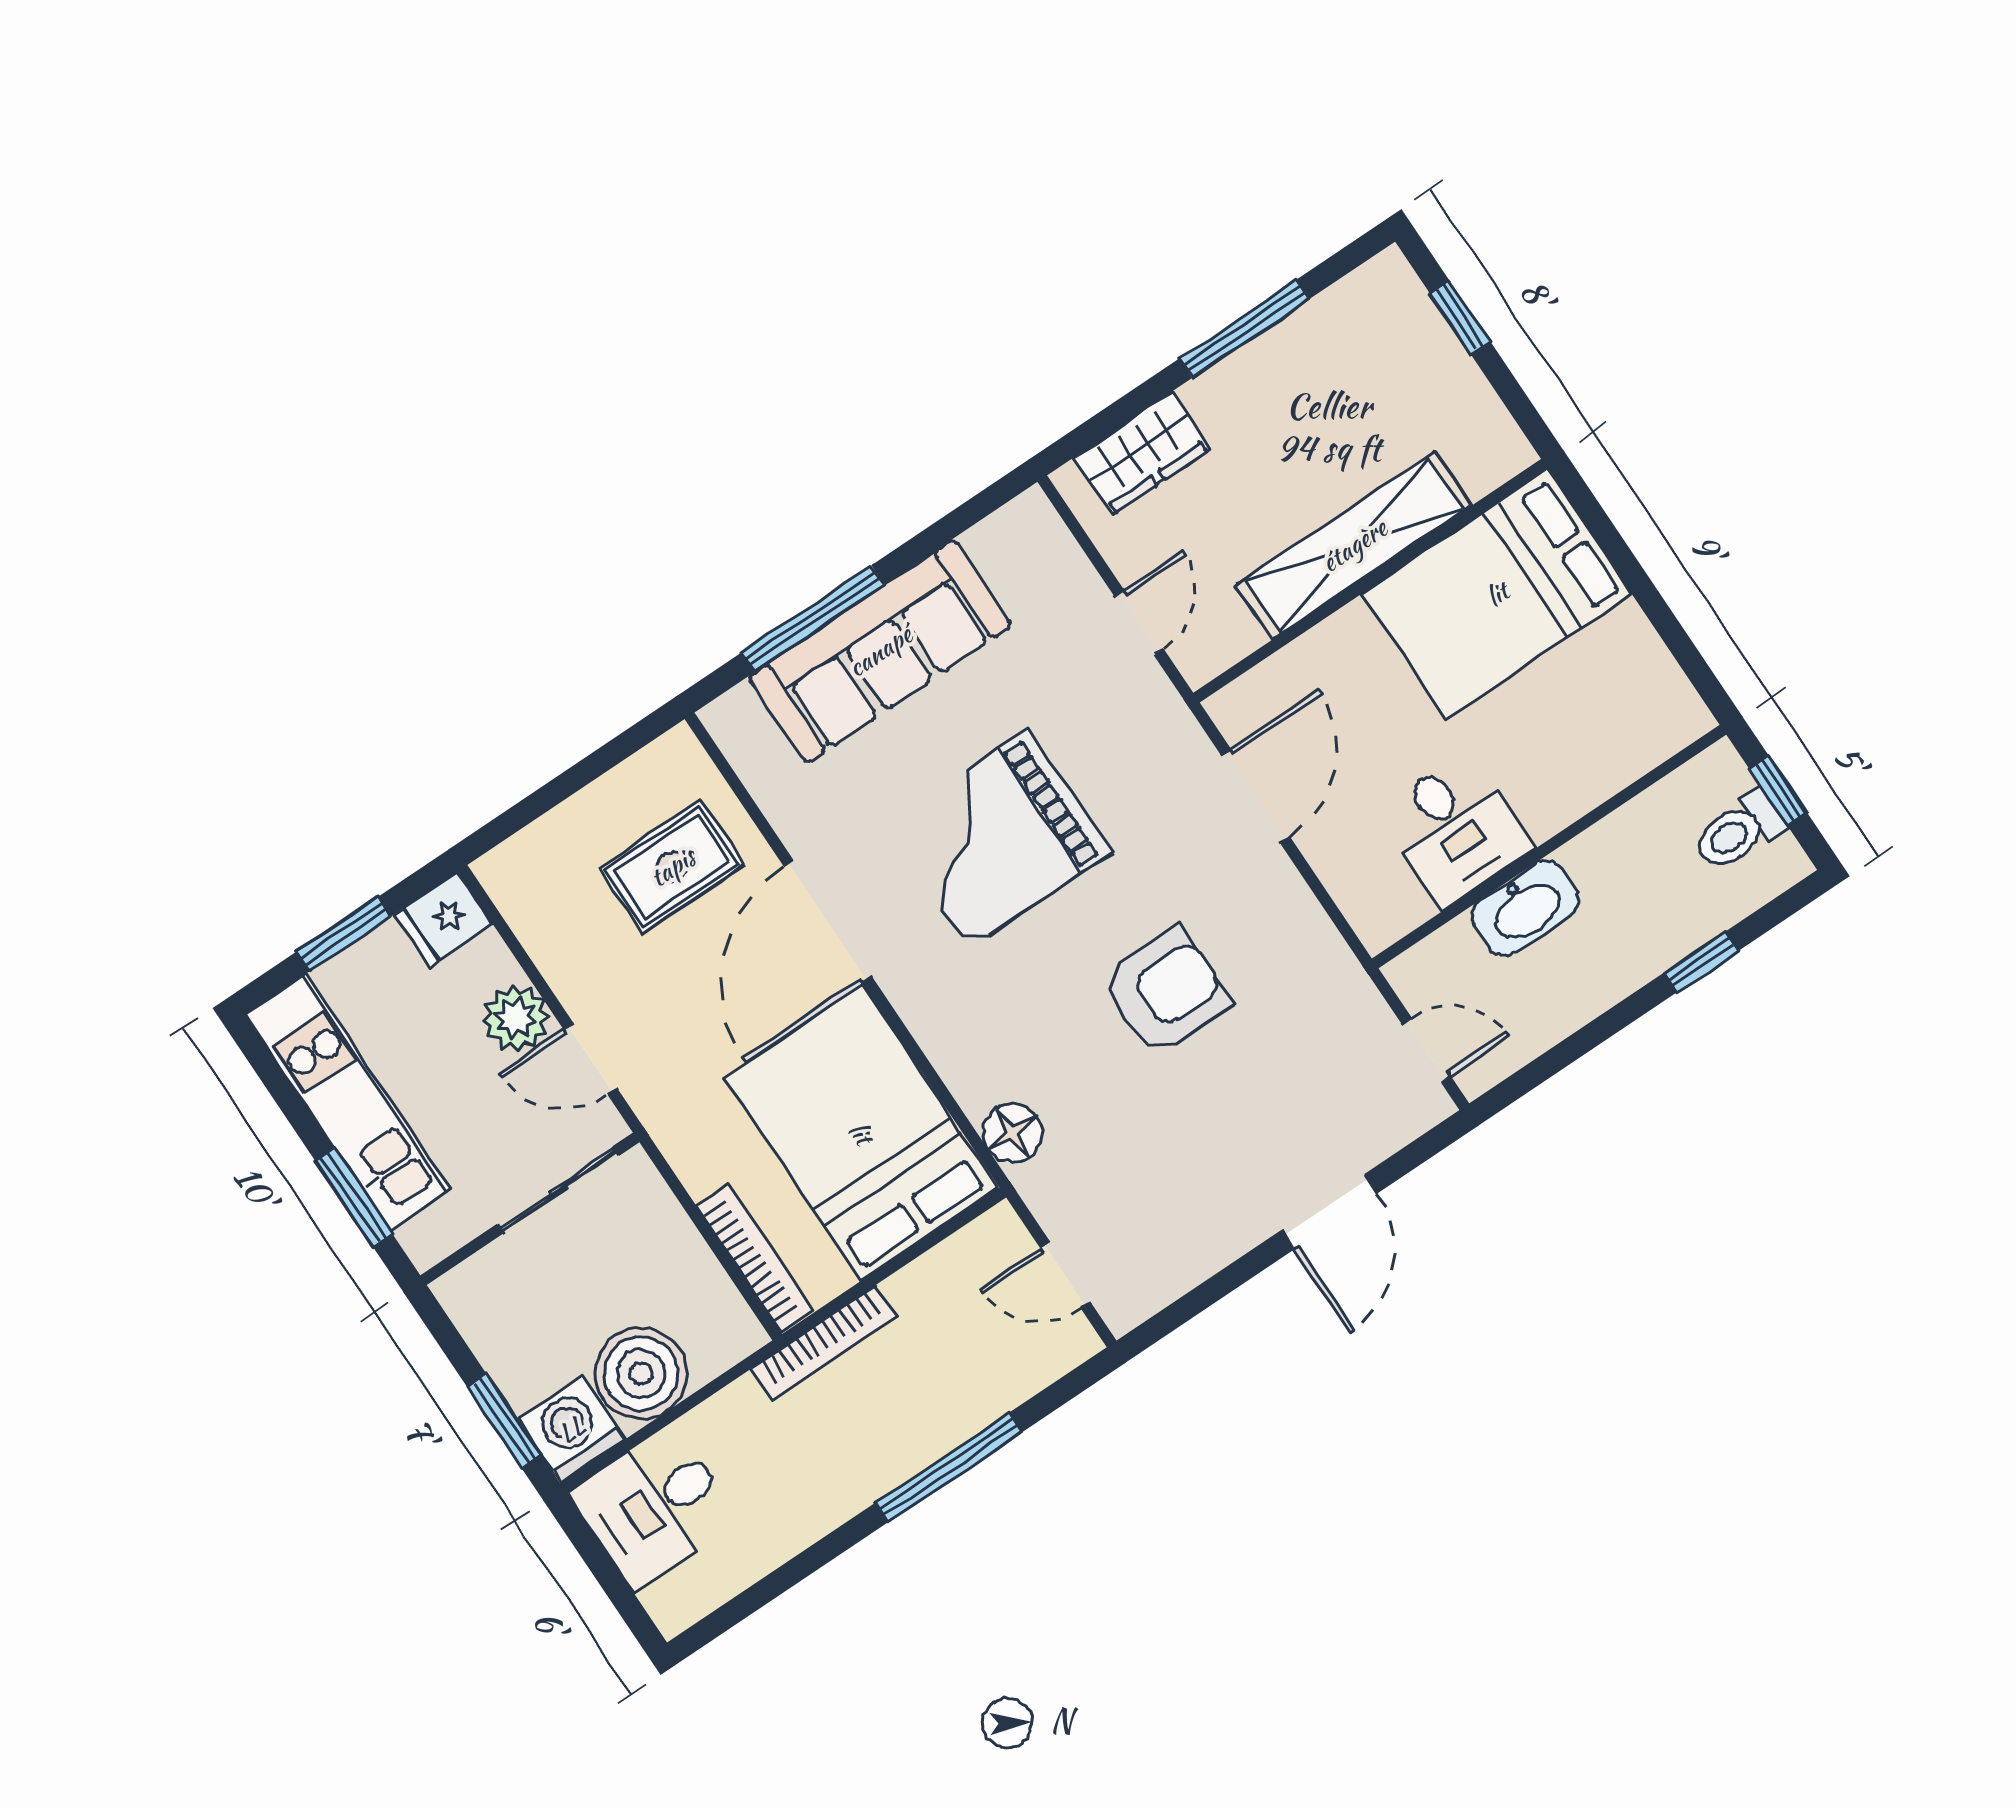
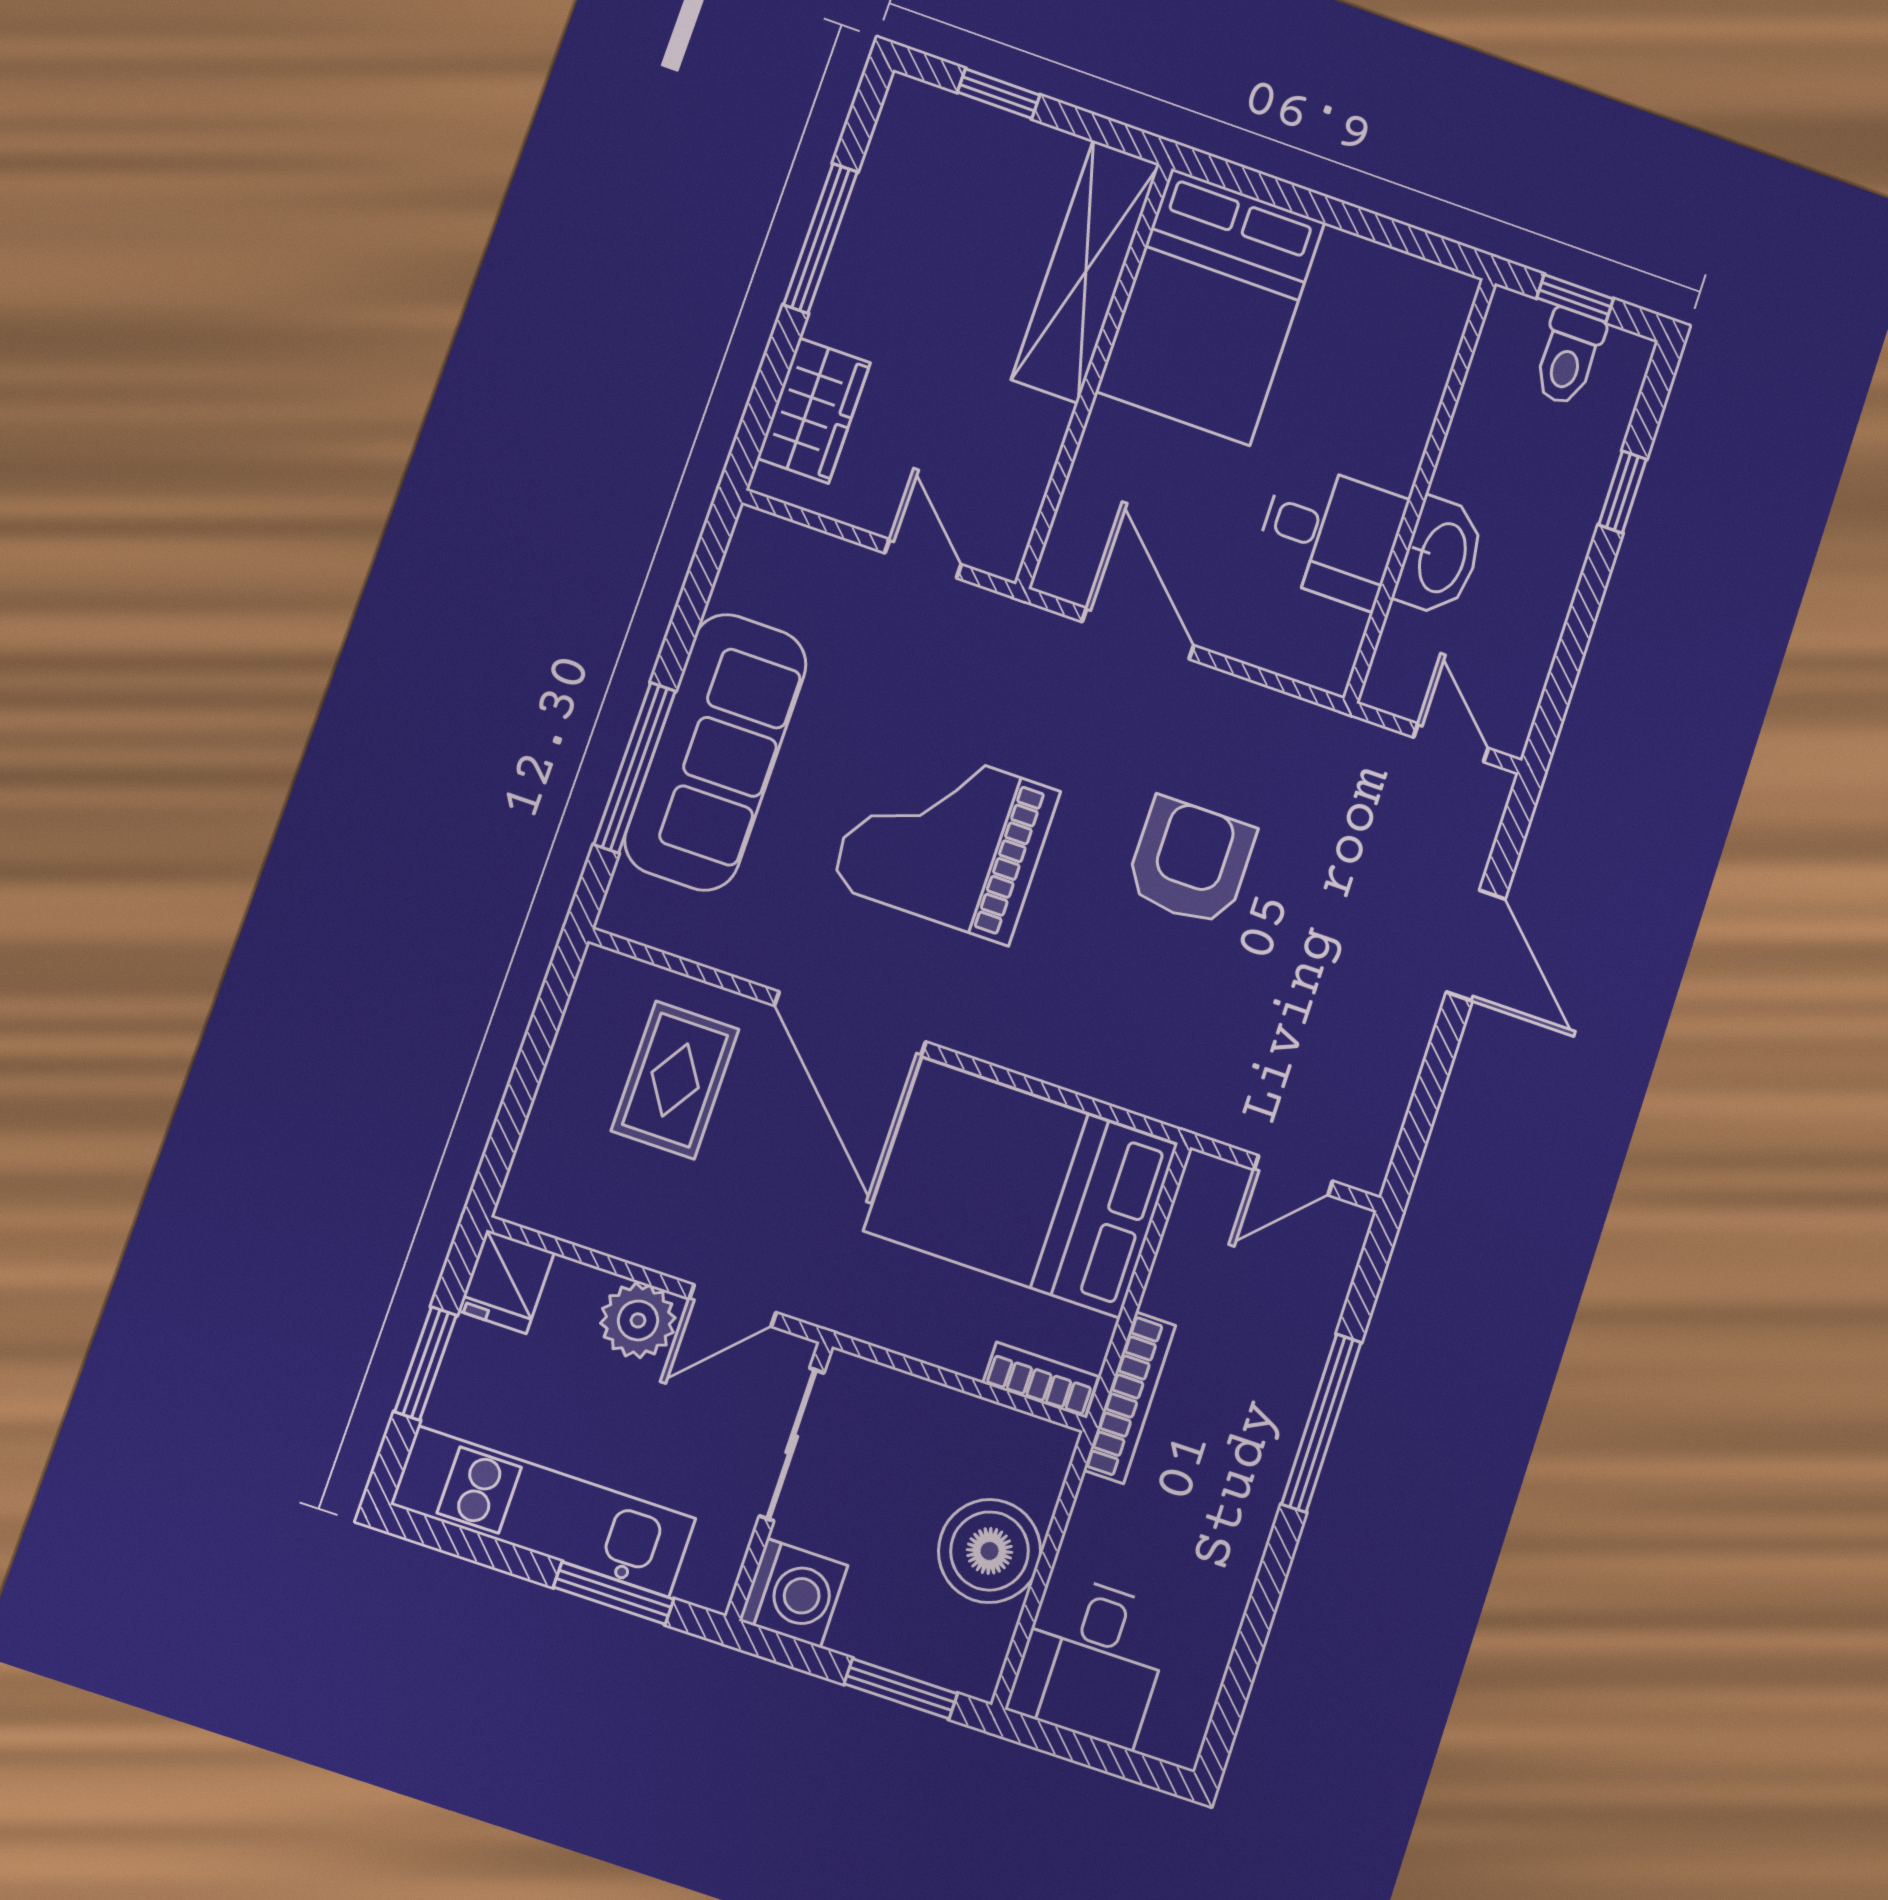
shelving: (1354, 545) -> (1086, 271), moved
grand piano: (999, 839) -> (945, 838), turned 90
door: (1426, 1050) -> (1451, 743), hinge flipped
floor lamp: (1012, 1133) -> (1153, 1086), removed
bookcase: (755, 1258) -> (1041, 1380), width x0.64
washing machine: (571, 1429) -> (793, 1593), moved, turned 180

